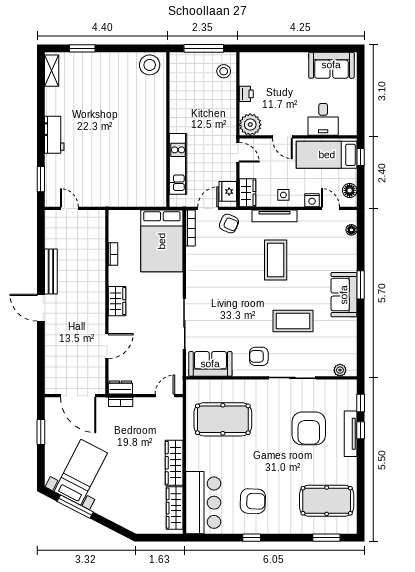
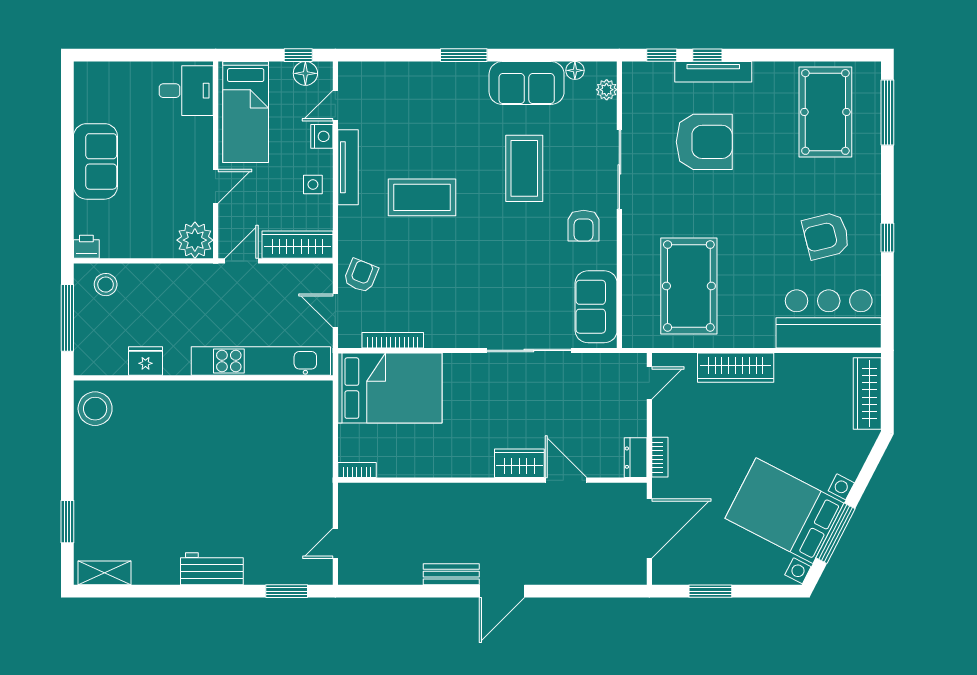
sofa: (331, 65) -> (95, 161), moved
printer: (246, 94) -> (86, 247), moved
desk: (323, 119) -> (186, 91), moved
window: (361, 157) -> (298, 55), moved
kitchen unit: (178, 164) -> (261, 361), width x1.36
fridge: (228, 191) -> (145, 361), moved, turned 180
wardrobe: (247, 193) -> (298, 245), width x1.50
tv unit: (275, 216) -> (348, 167), moved
bookcase: (190, 228) -> (393, 340), moved
floor lamp: (351, 230) -> (575, 70), moved
bookcase: (113, 254) -> (357, 470), moved
bench: (51, 271) -> (451, 574), width x0.73
sofa: (344, 295) -> (527, 83), moved
wardrobe: (117, 301) -> (519, 463), moved
door: (165, 396) -> (649, 383), swing flipped
wardrobe: (174, 463) -> (736, 368), moved
bed with nightstands: (81, 472) -> (784, 511), width x1.36
armchair: (253, 501) -> (826, 236), turned -106
wardrobe: (175, 508) -> (867, 393), moved, turned 90
window: (326, 538) -> (887, 112), width x1.44

